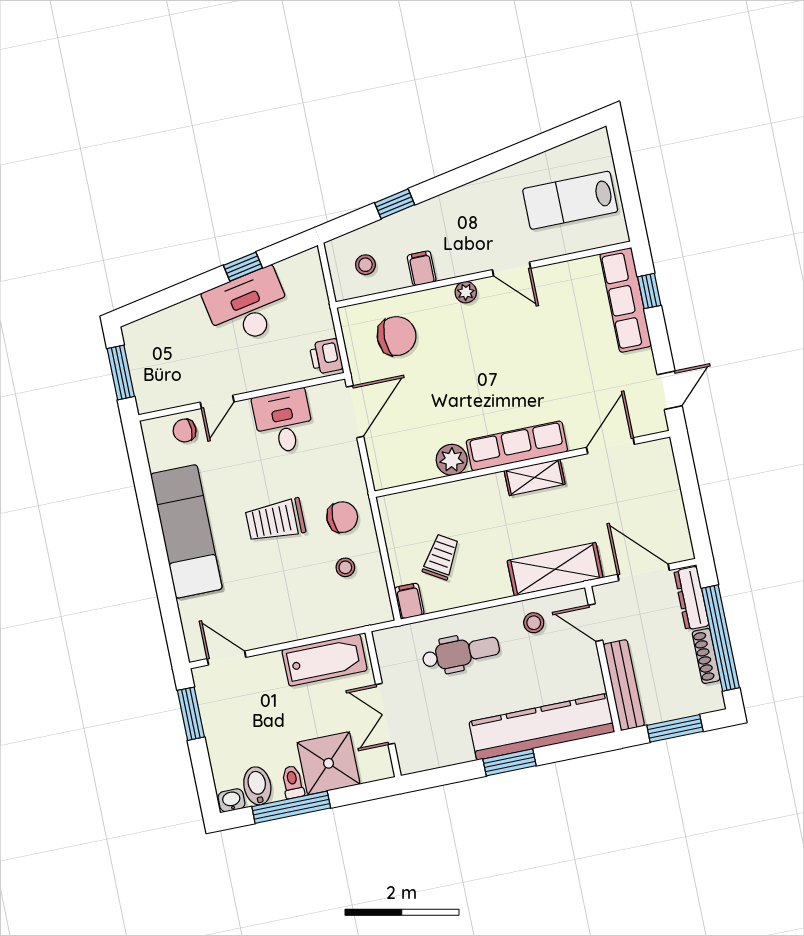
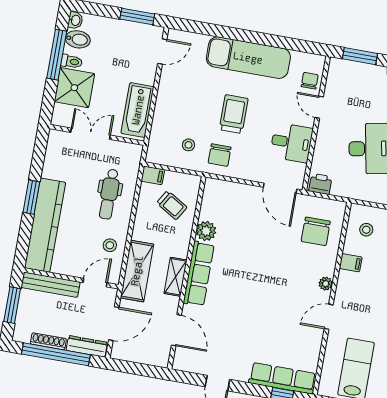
row of seats: (517, 446) -> (199, 274), moved
door: (610, 446) -> (176, 330), moved
plant: (452, 460) -> (206, 231), moved
wall: (522, 464) -> (187, 273), moved
shelving: (535, 477) -> (175, 277), moved

